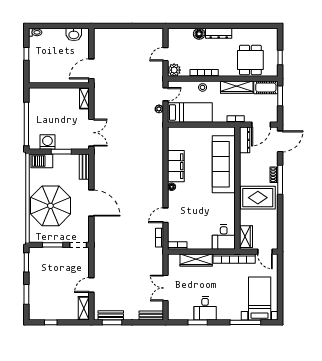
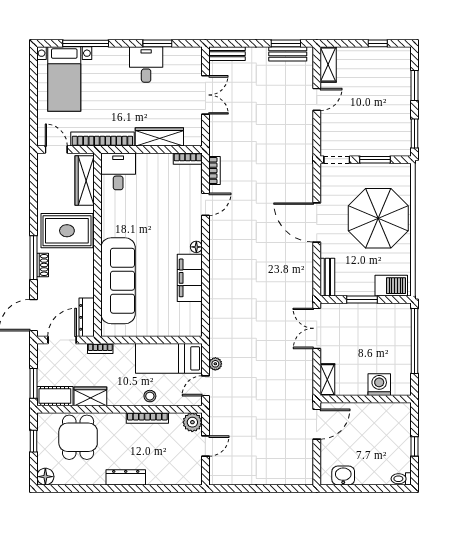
floor lamp: (199, 34) -> (45, 477), moved
wardrobe: (237, 87) -> (90, 396), width x0.67
washing machine: (47, 142) -> (379, 385), moved, turned 180
wardrobe: (246, 237) -> (85, 180), width x1.50

